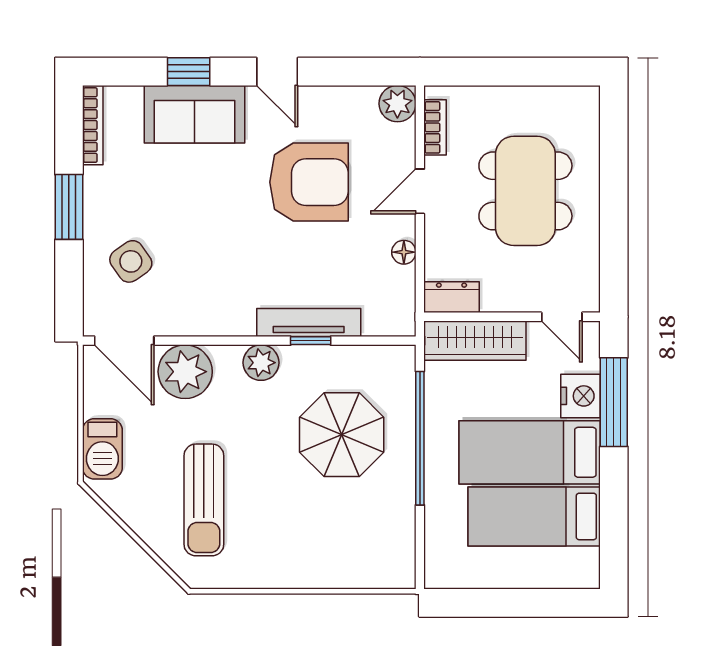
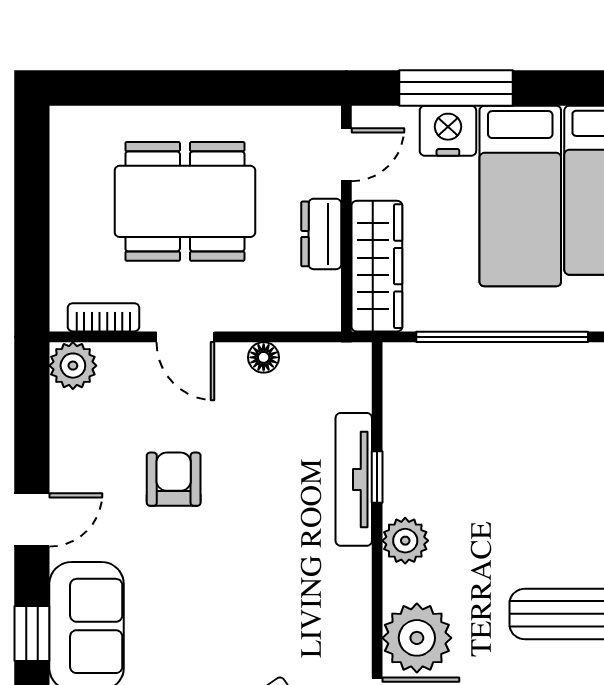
armchair: (309, 182) -> (174, 479), width x0.53, depth x0.53
dresser: (452, 297) -> (321, 234), moved
parasol: (342, 435) -> (498, 437), removed

